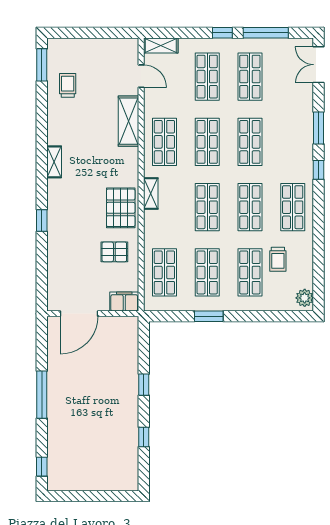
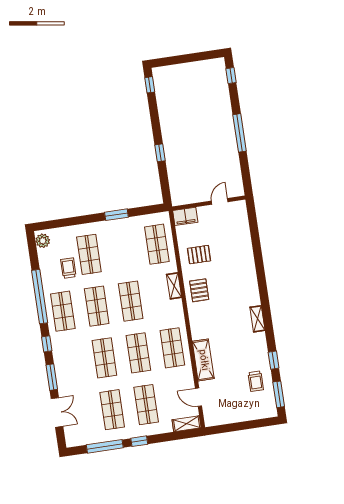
double door: (318, 65) -> (57, 412), moved
shelving: (151, 193) -> (174, 286), moved
pallet: (121, 208) -> (199, 290), width x0.67, depth x0.71
window: (42, 220) -> (274, 360), moved
window: (318, 230) -> (40, 297), added
shop shelf: (207, 272) -> (123, 249), removed
door: (79, 314) -> (220, 201), width x0.53
window: (144, 437) -> (150, 85), moved

